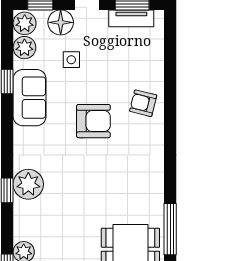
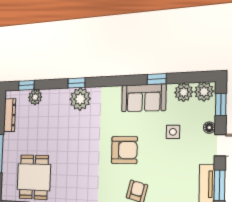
floor lamp: (61, 22) -> (209, 128), width x0.53, depth x0.53
armchair: (93, 121) -> (124, 150), turned -90

